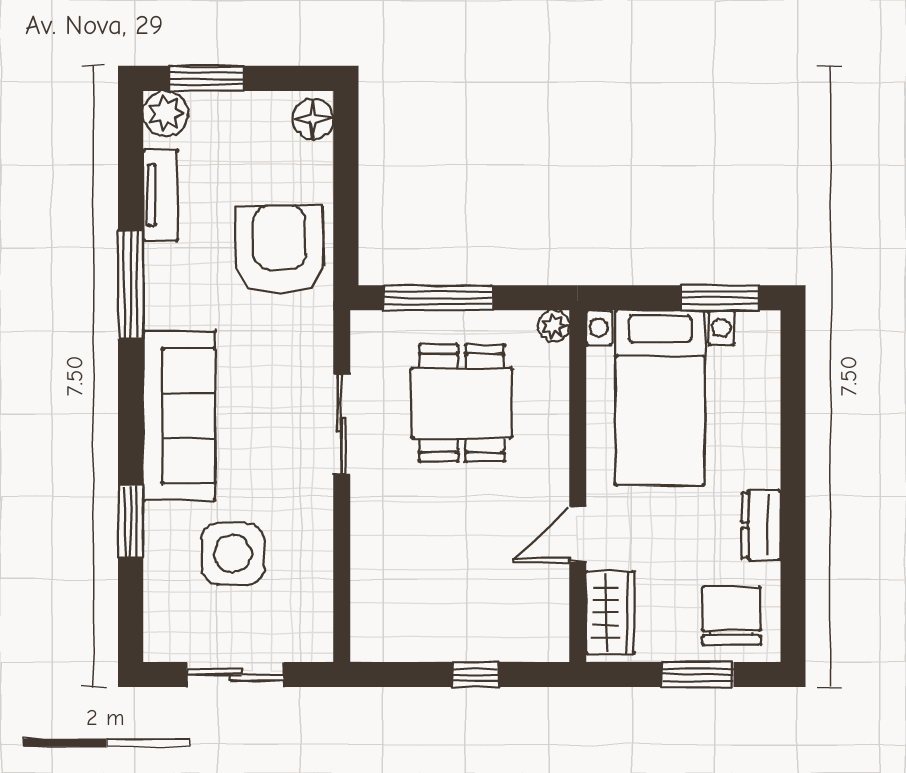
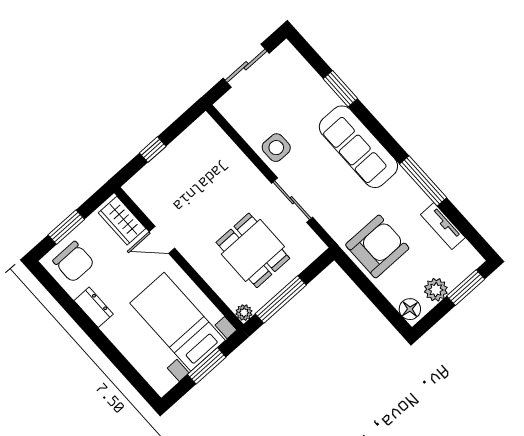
plant: (166, 113) -> (436, 290), moved
armchair: (280, 250) -> (377, 246), turned -89
window: (438, 298) -> (281, 299), moved
window: (720, 298) -> (207, 366), moved
door: (578, 534) -> (162, 240), swing flipped
side table: (233, 553) -> (276, 148), moved, width x0.73, depth x0.73

